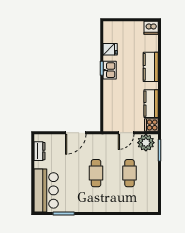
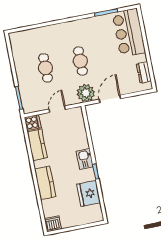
fridge: (110, 49) -> (89, 193), width x1.88, depth x1.34
kitchen sink: (110, 70) -> (85, 159), moved
plant: (146, 143) -> (86, 93), moved

